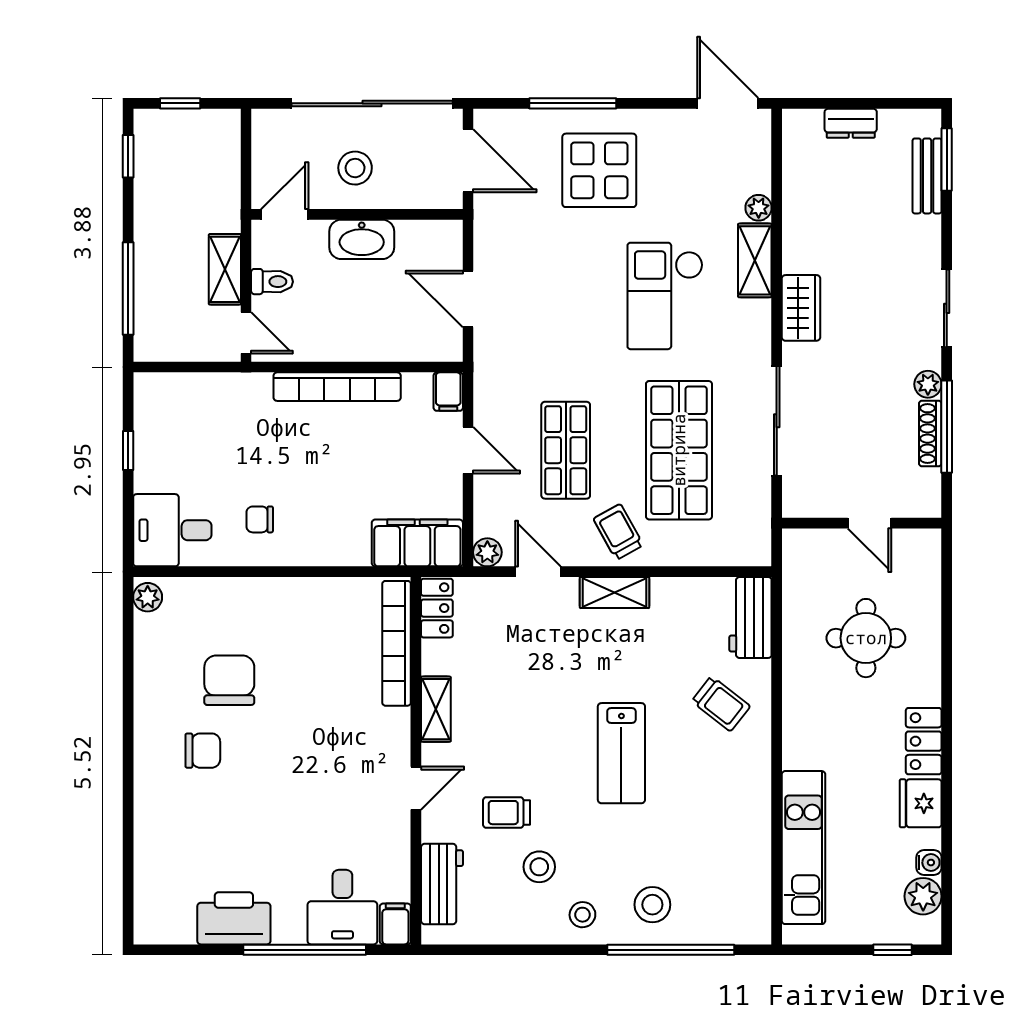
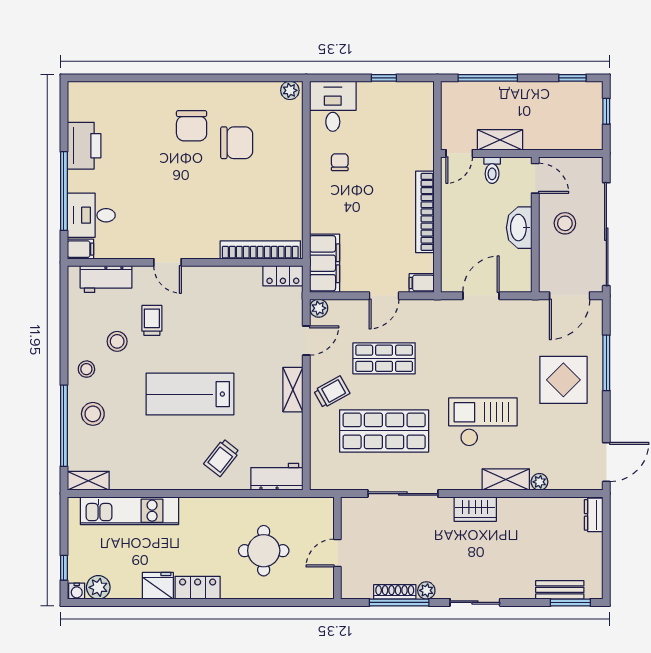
dresser: (851, 123) -> (594, 515), moved
shelving: (436, 709) -> (88, 481), moved
chair: (203, 751) -> (192, 126), width x1.37, depth x1.37
lab bench: (621, 753) -> (190, 394), width x1.36, depth x1.39
water cooler: (929, 863) -> (77, 591), moved

